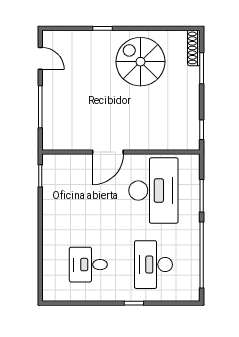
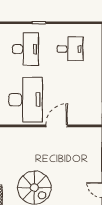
desk: (153, 191) -> (26, 100), turned 180

